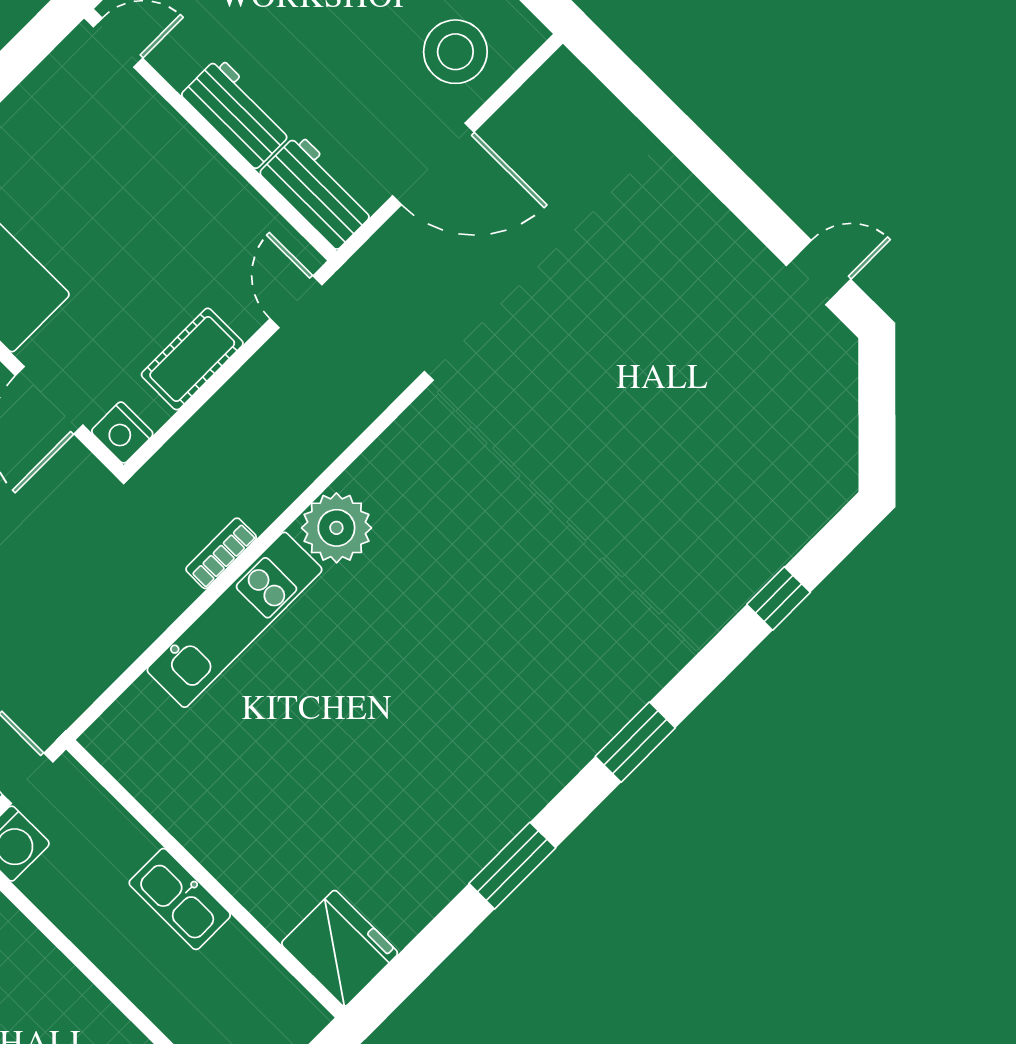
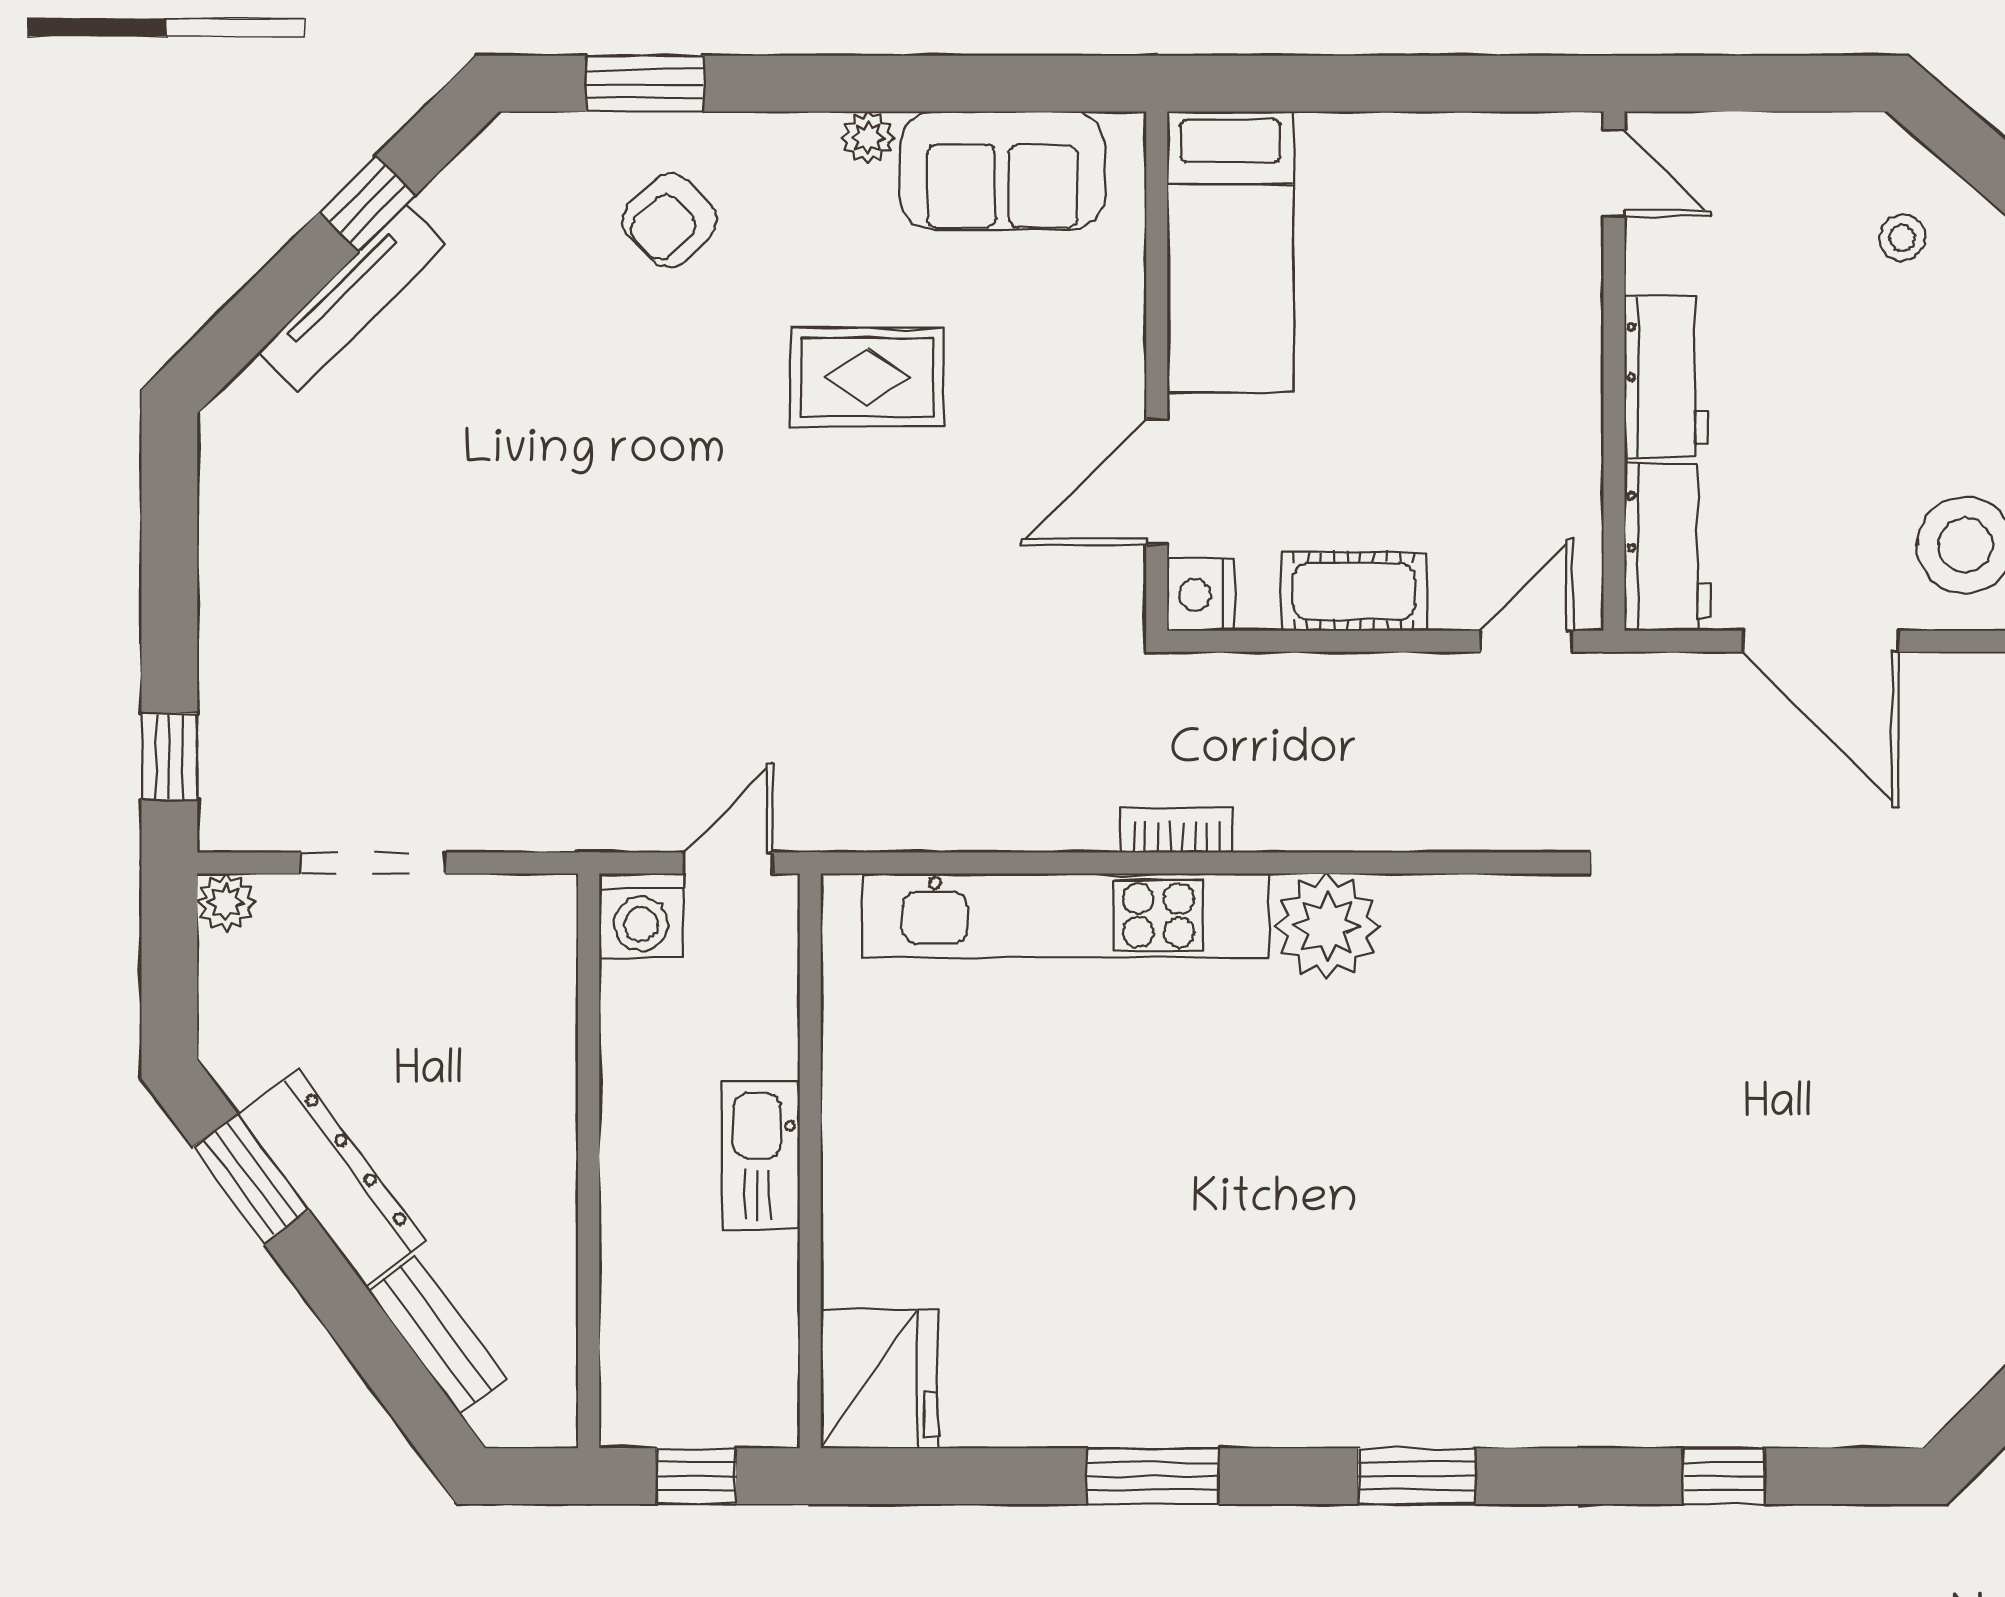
kitchen unit: (234, 620) -> (1065, 915), width x1.36

